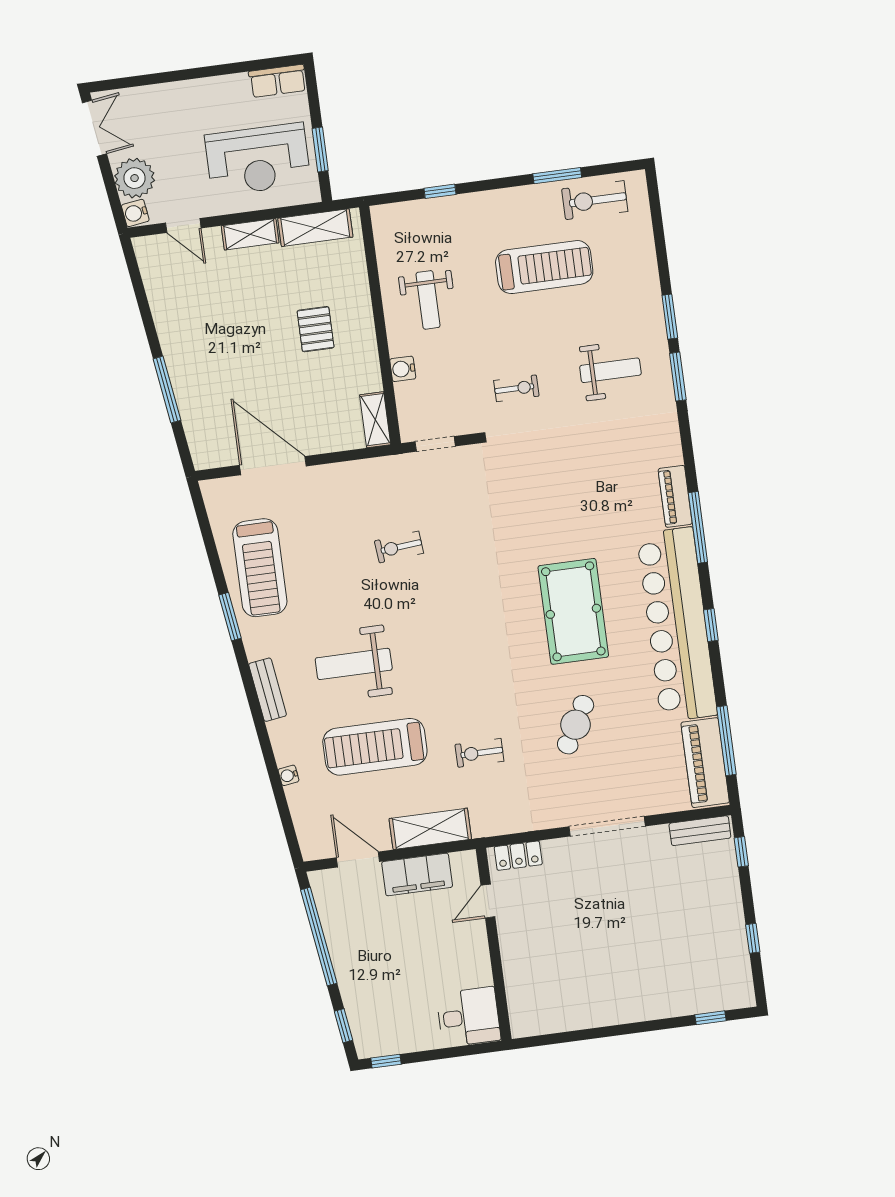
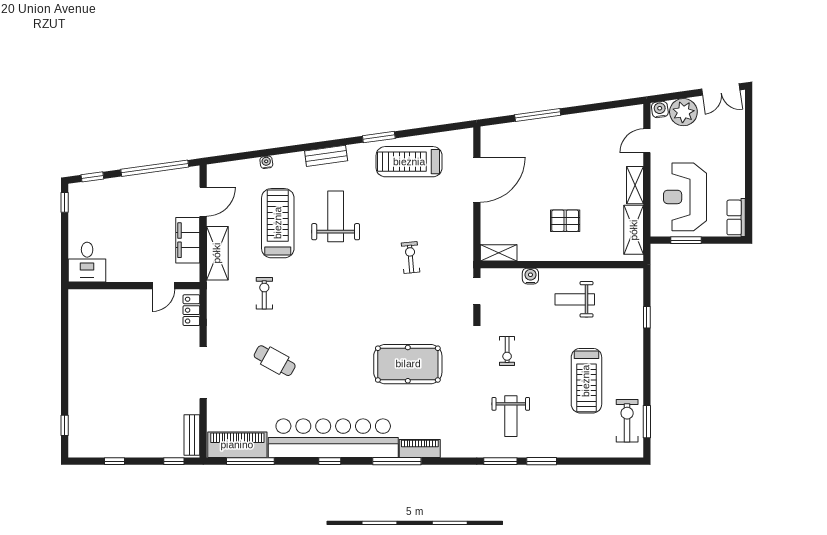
window: (557, 176) -> (647, 422), moved
pool table: (573, 611) -> (408, 364), moved
door: (488, 901) -> (163, 286), swing flipped

